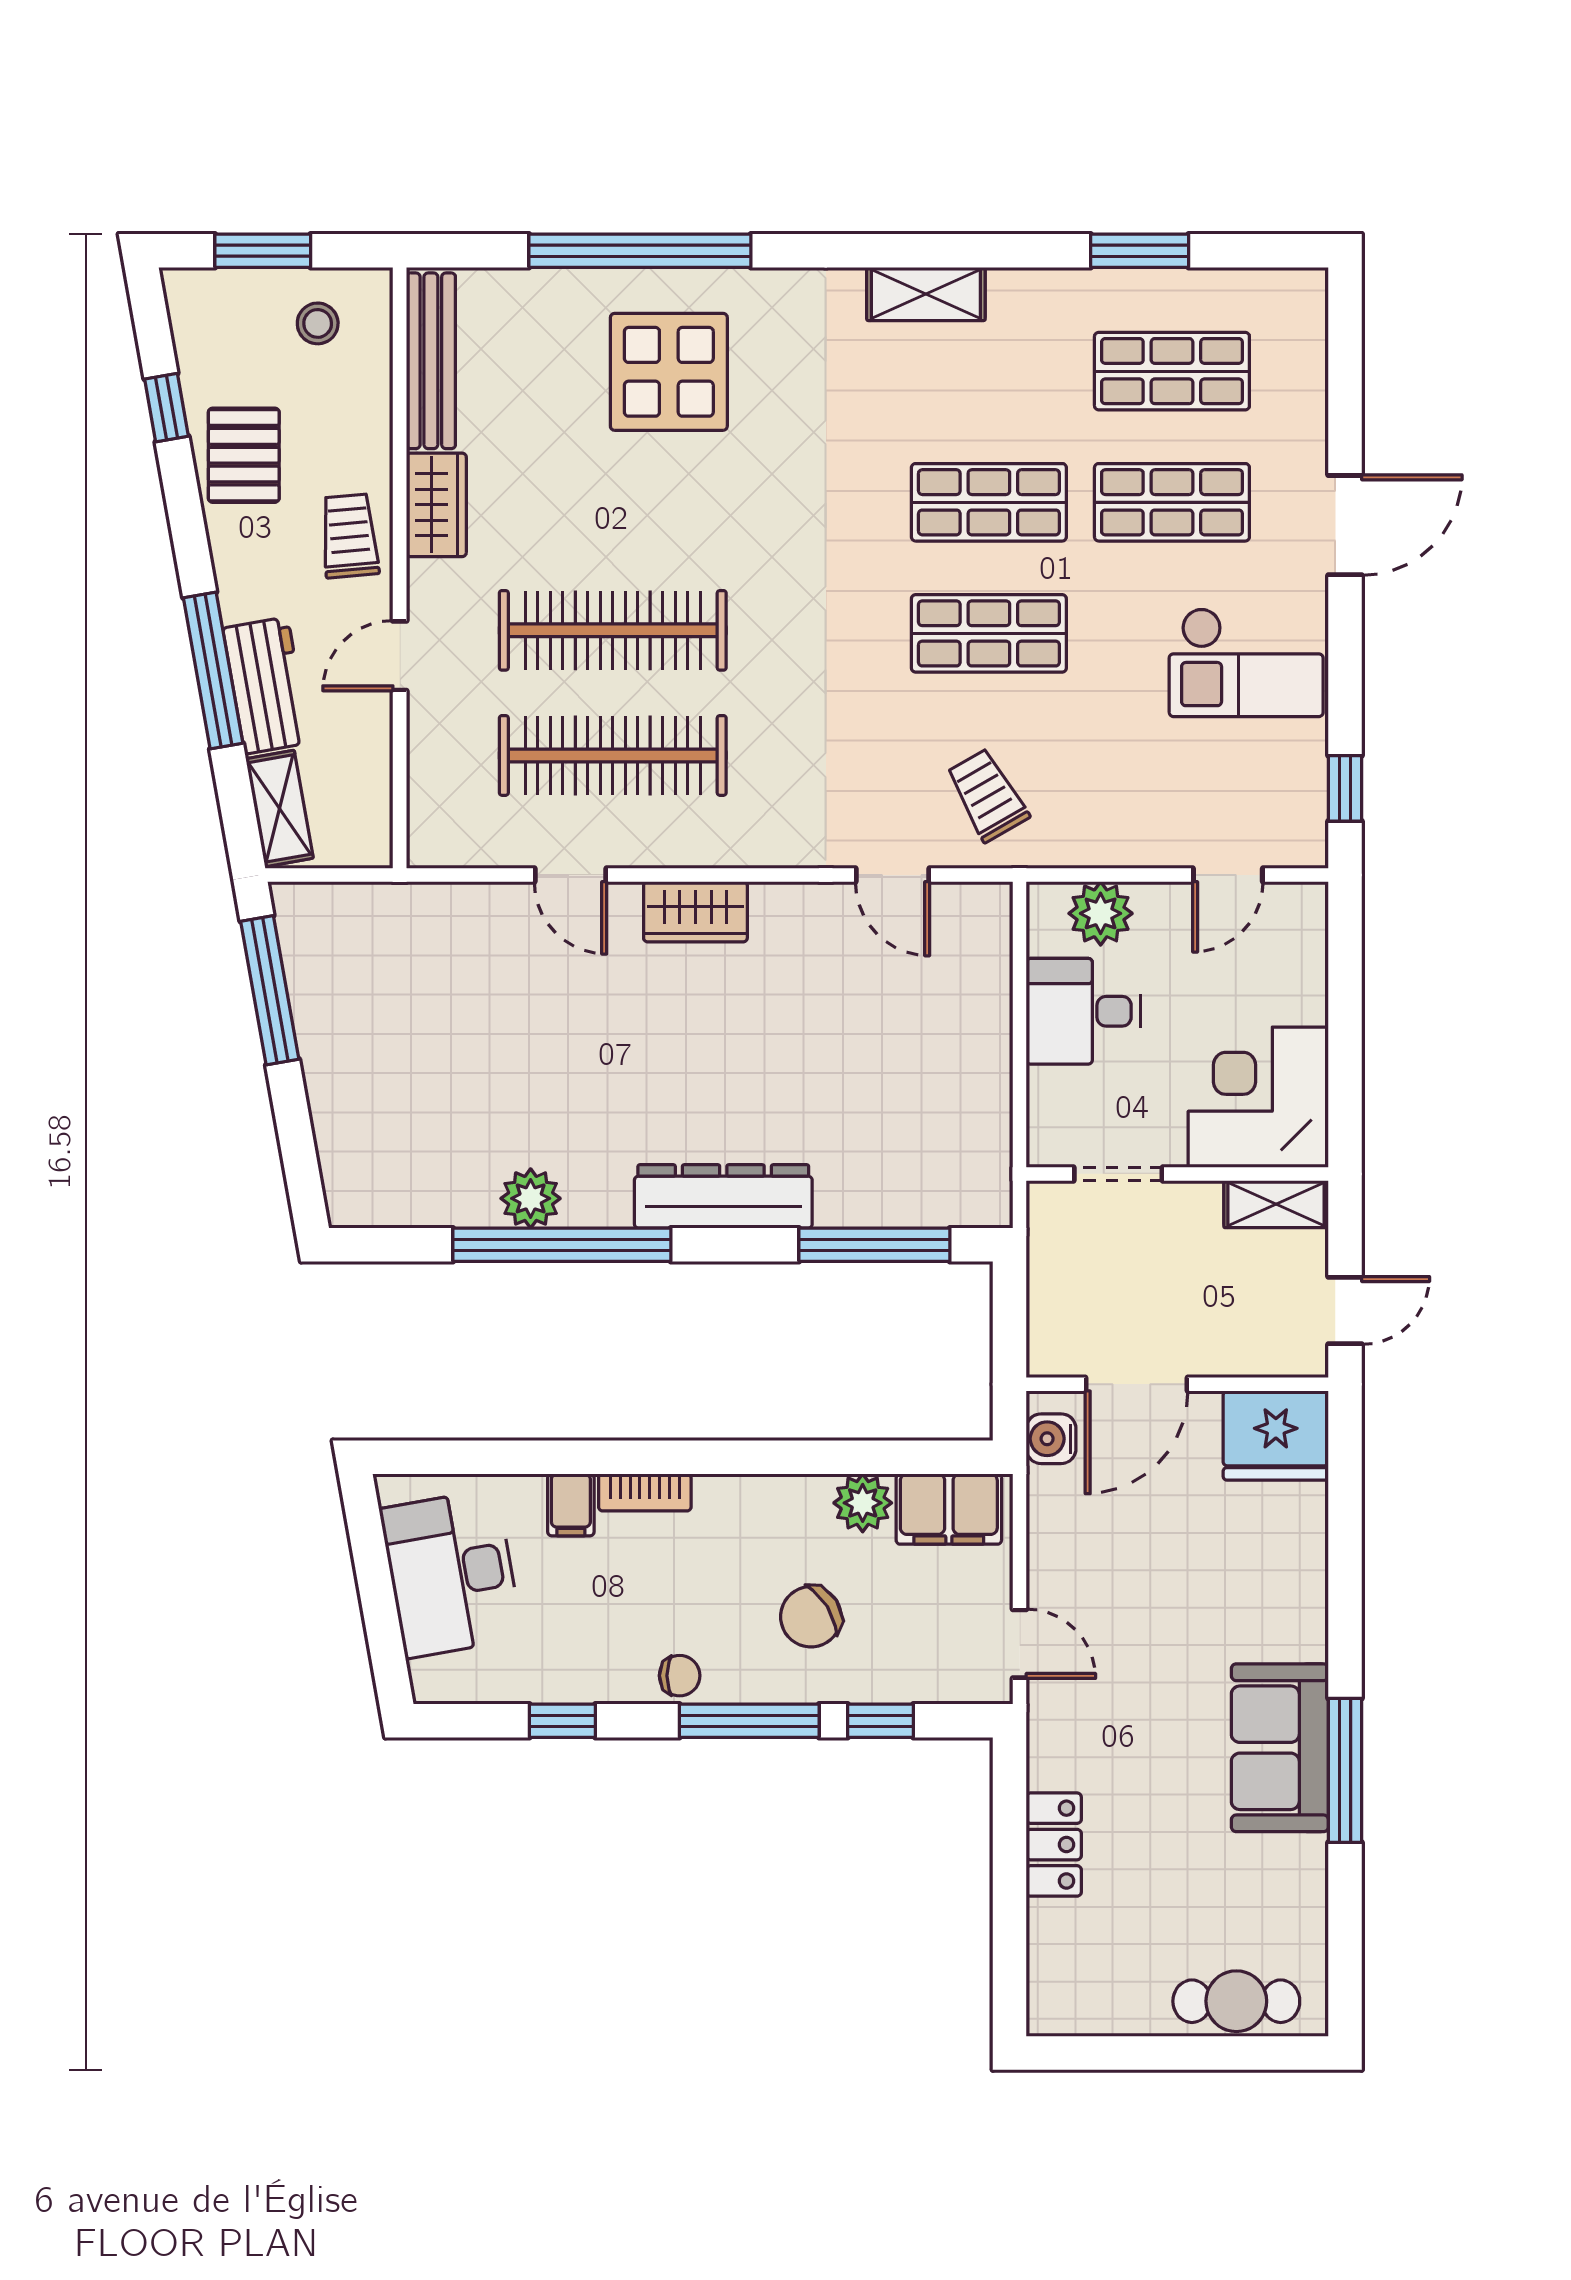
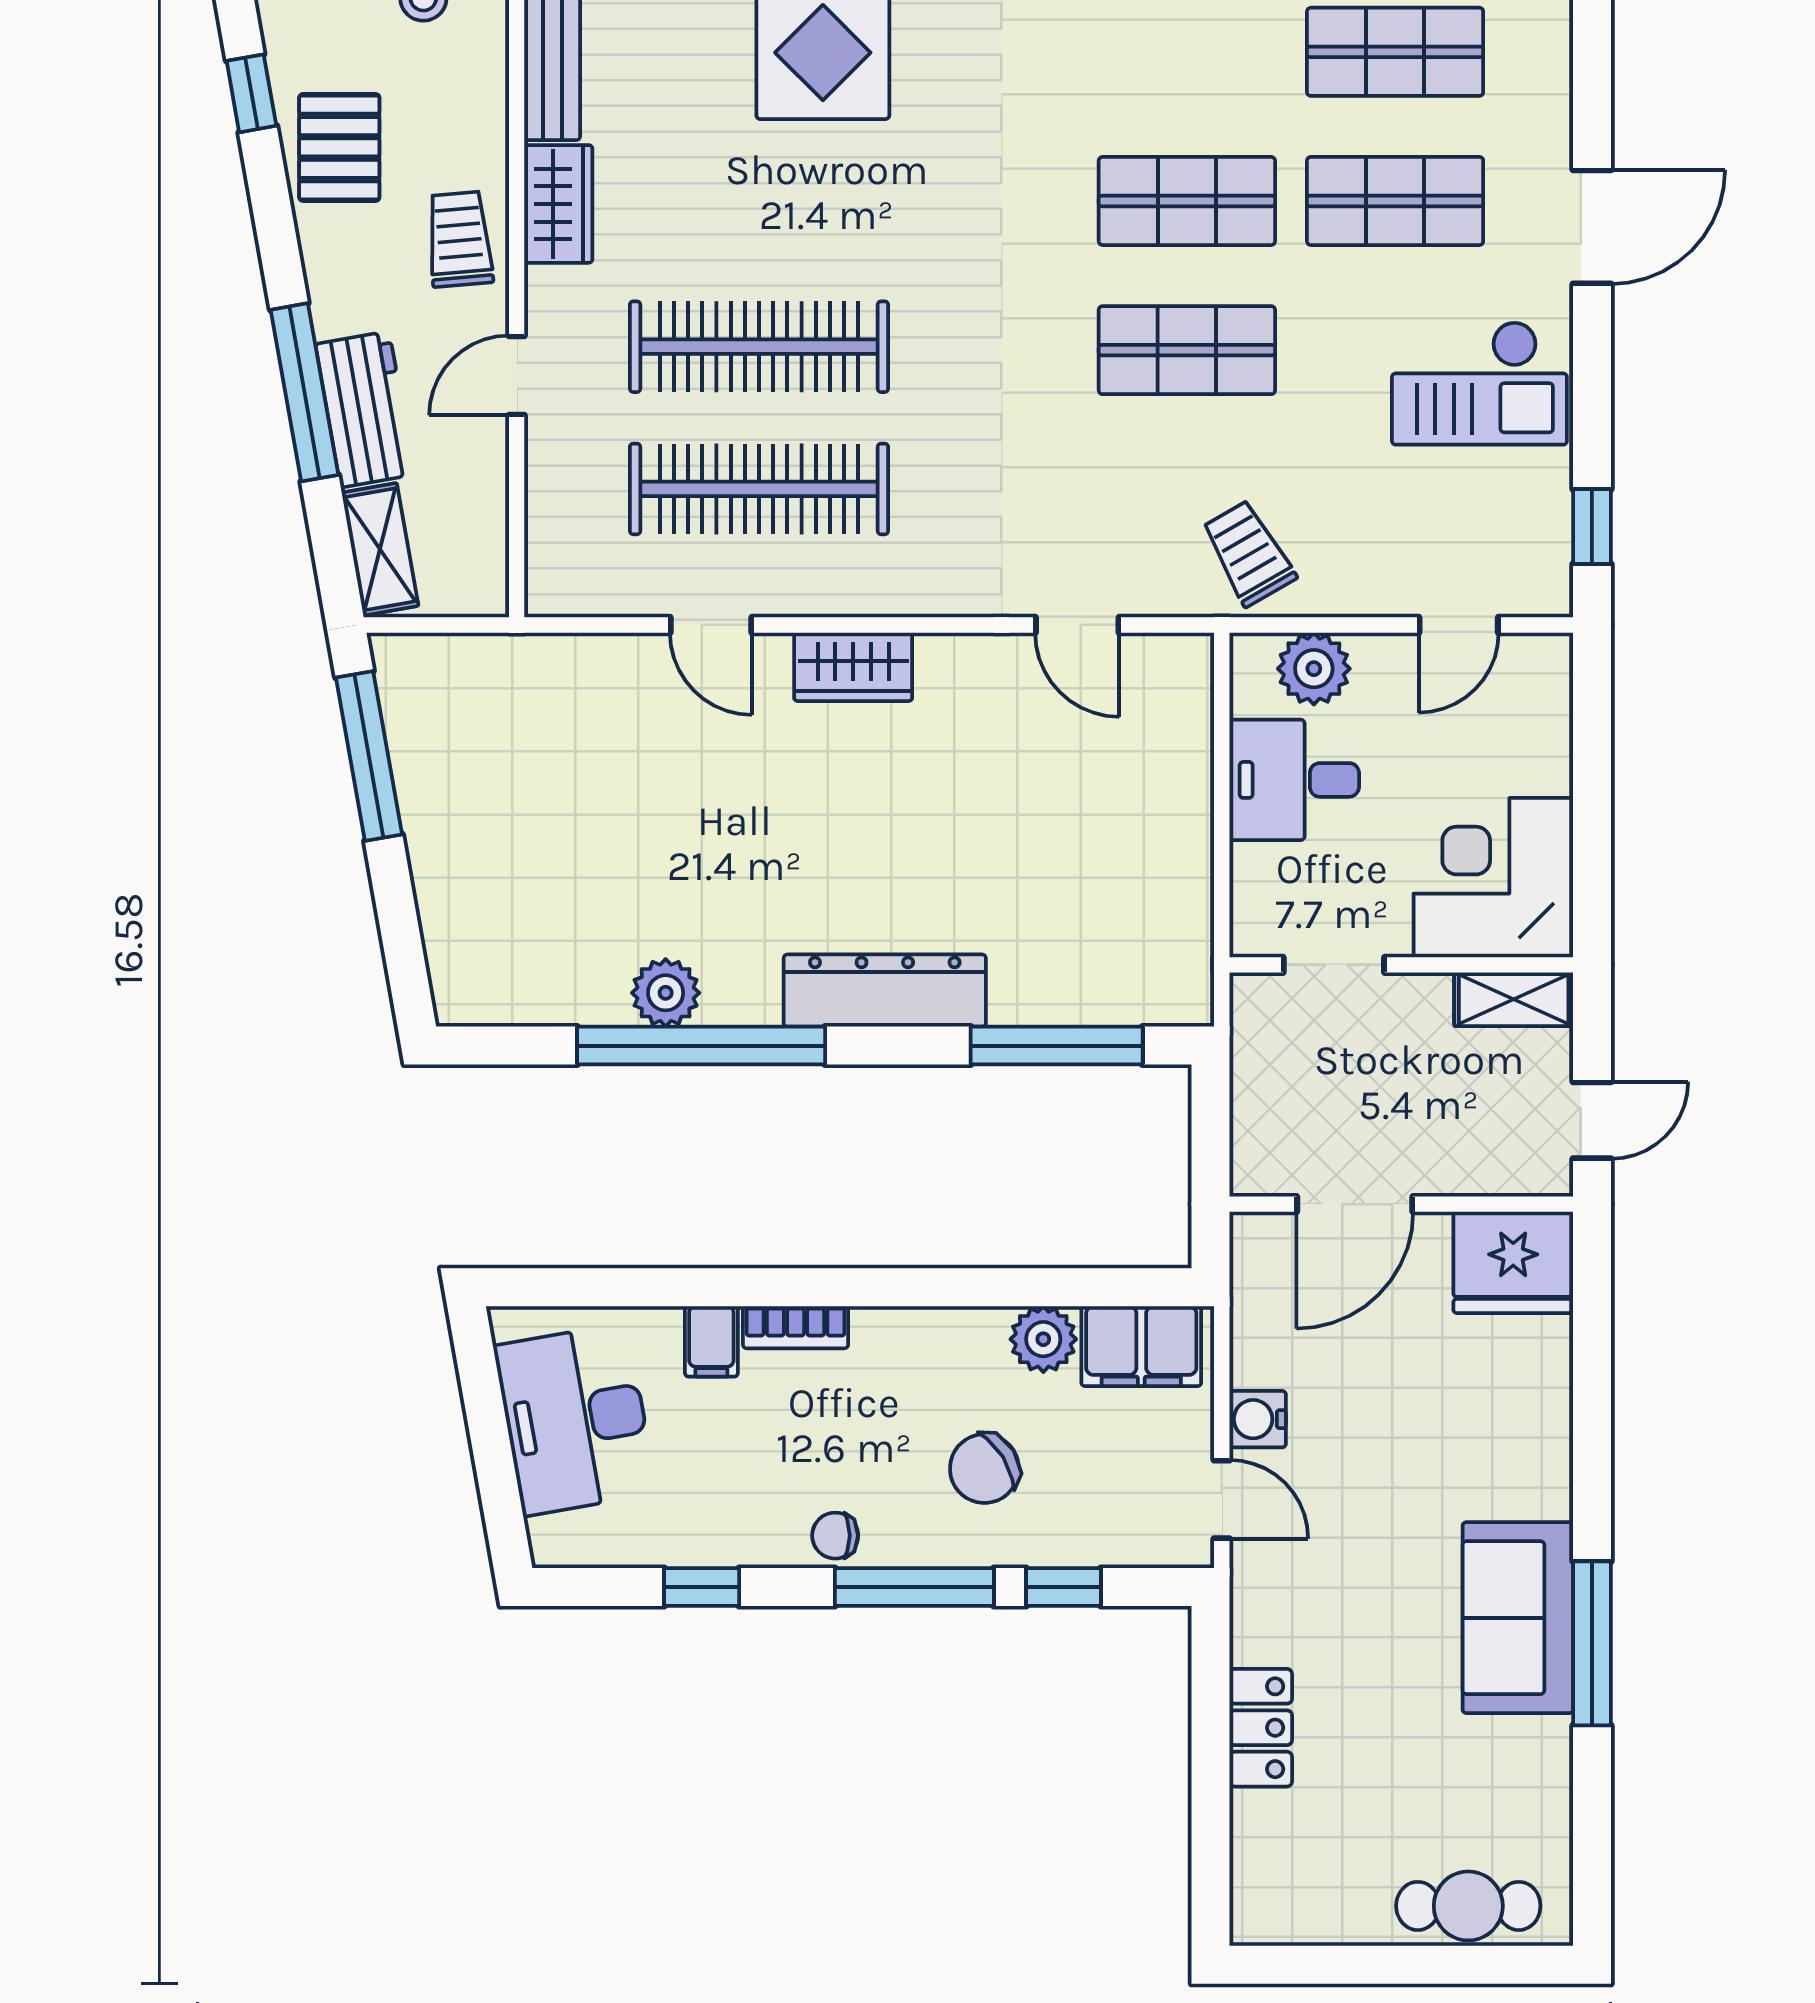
trolley: (987, 795) -> (1249, 553), moved
water cooler: (1051, 1439) -> (1258, 1419), moved
chair: (680, 1676) -> (835, 1536), turned 180

